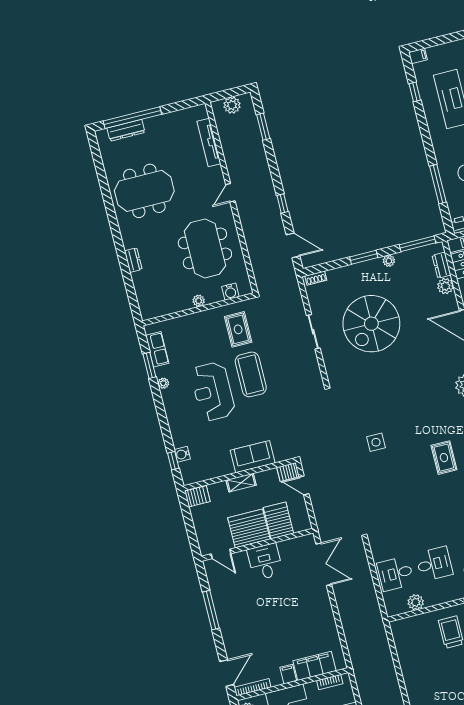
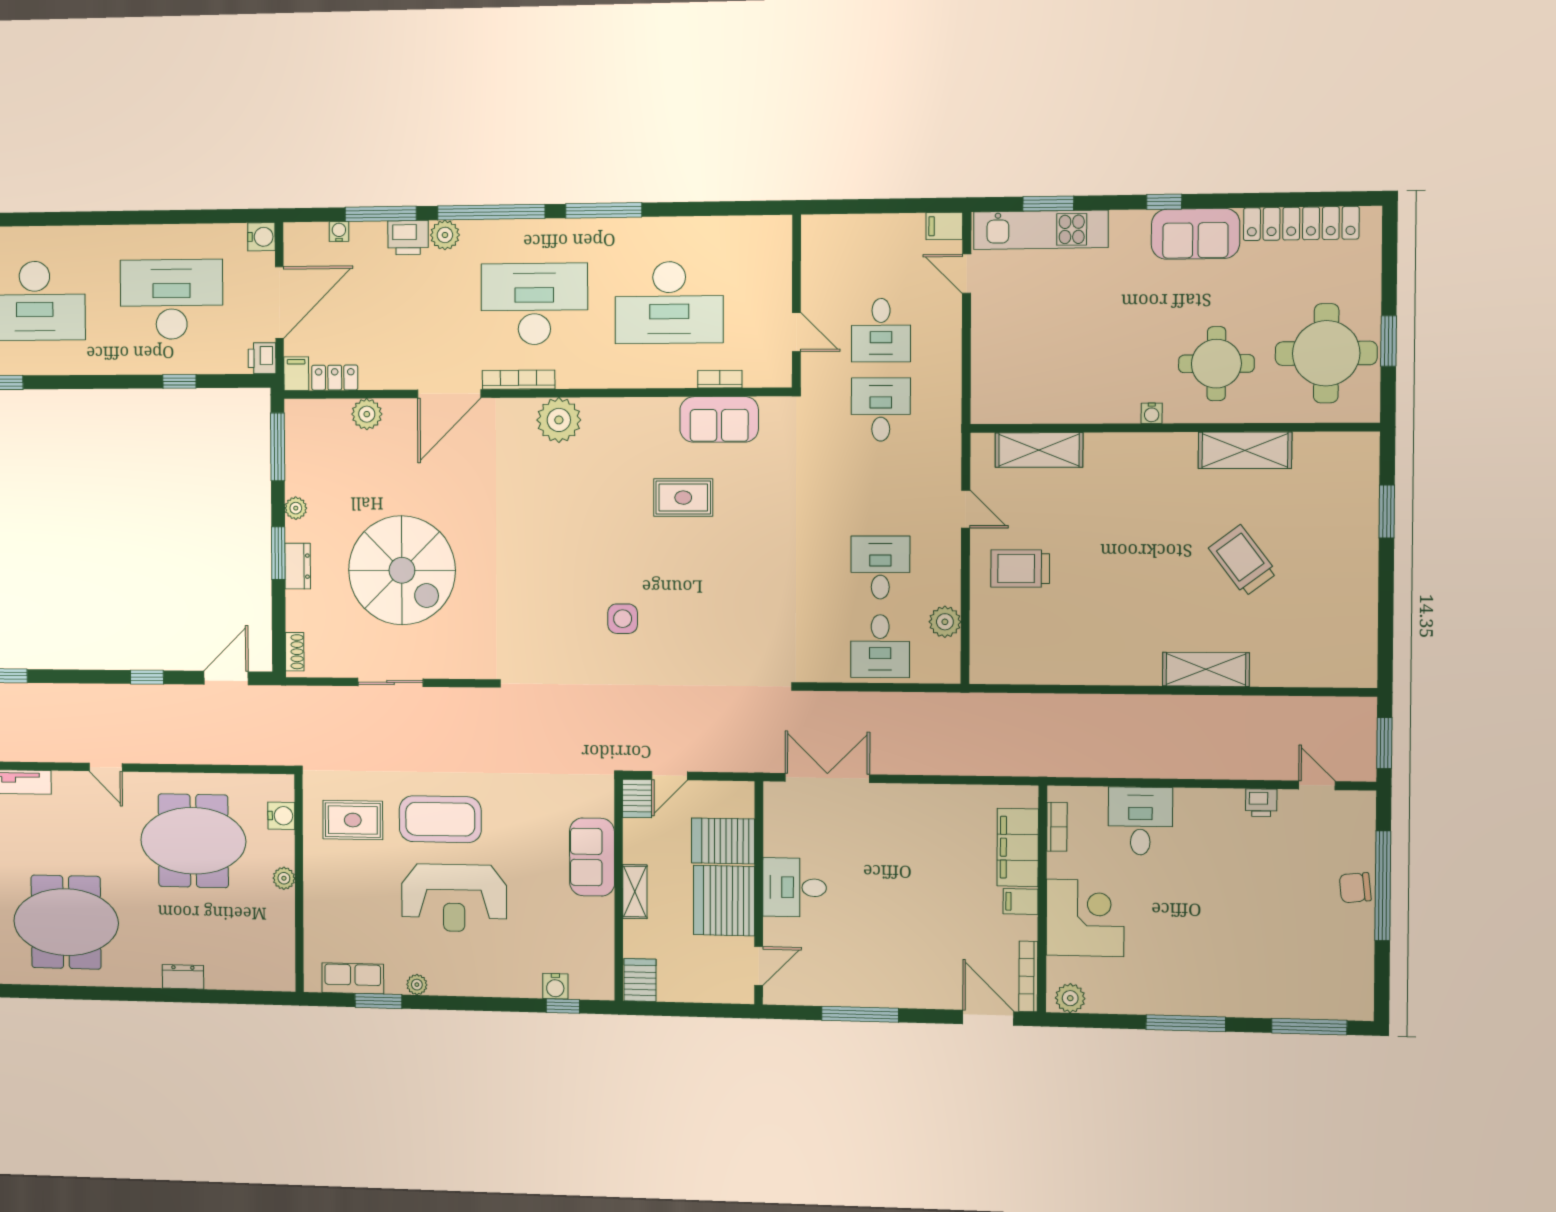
window: (438, 184) -> (179, 381), width x0.46
meeting table: (144, 191) -> (66, 922), turned 90
dresser: (442, 265) -> (298, 566), moved, turned -90

